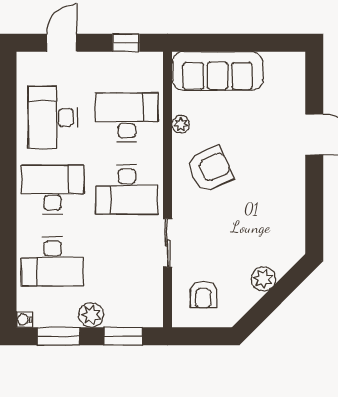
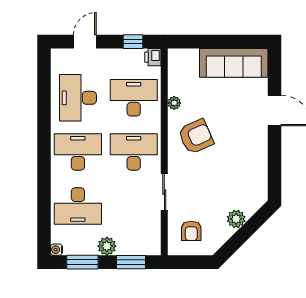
printer: (152, 63) -> (153, 57), added
sofa: (218, 71) -> (234, 63), moved
desk: (127, 189) -> (134, 152), turned 180

